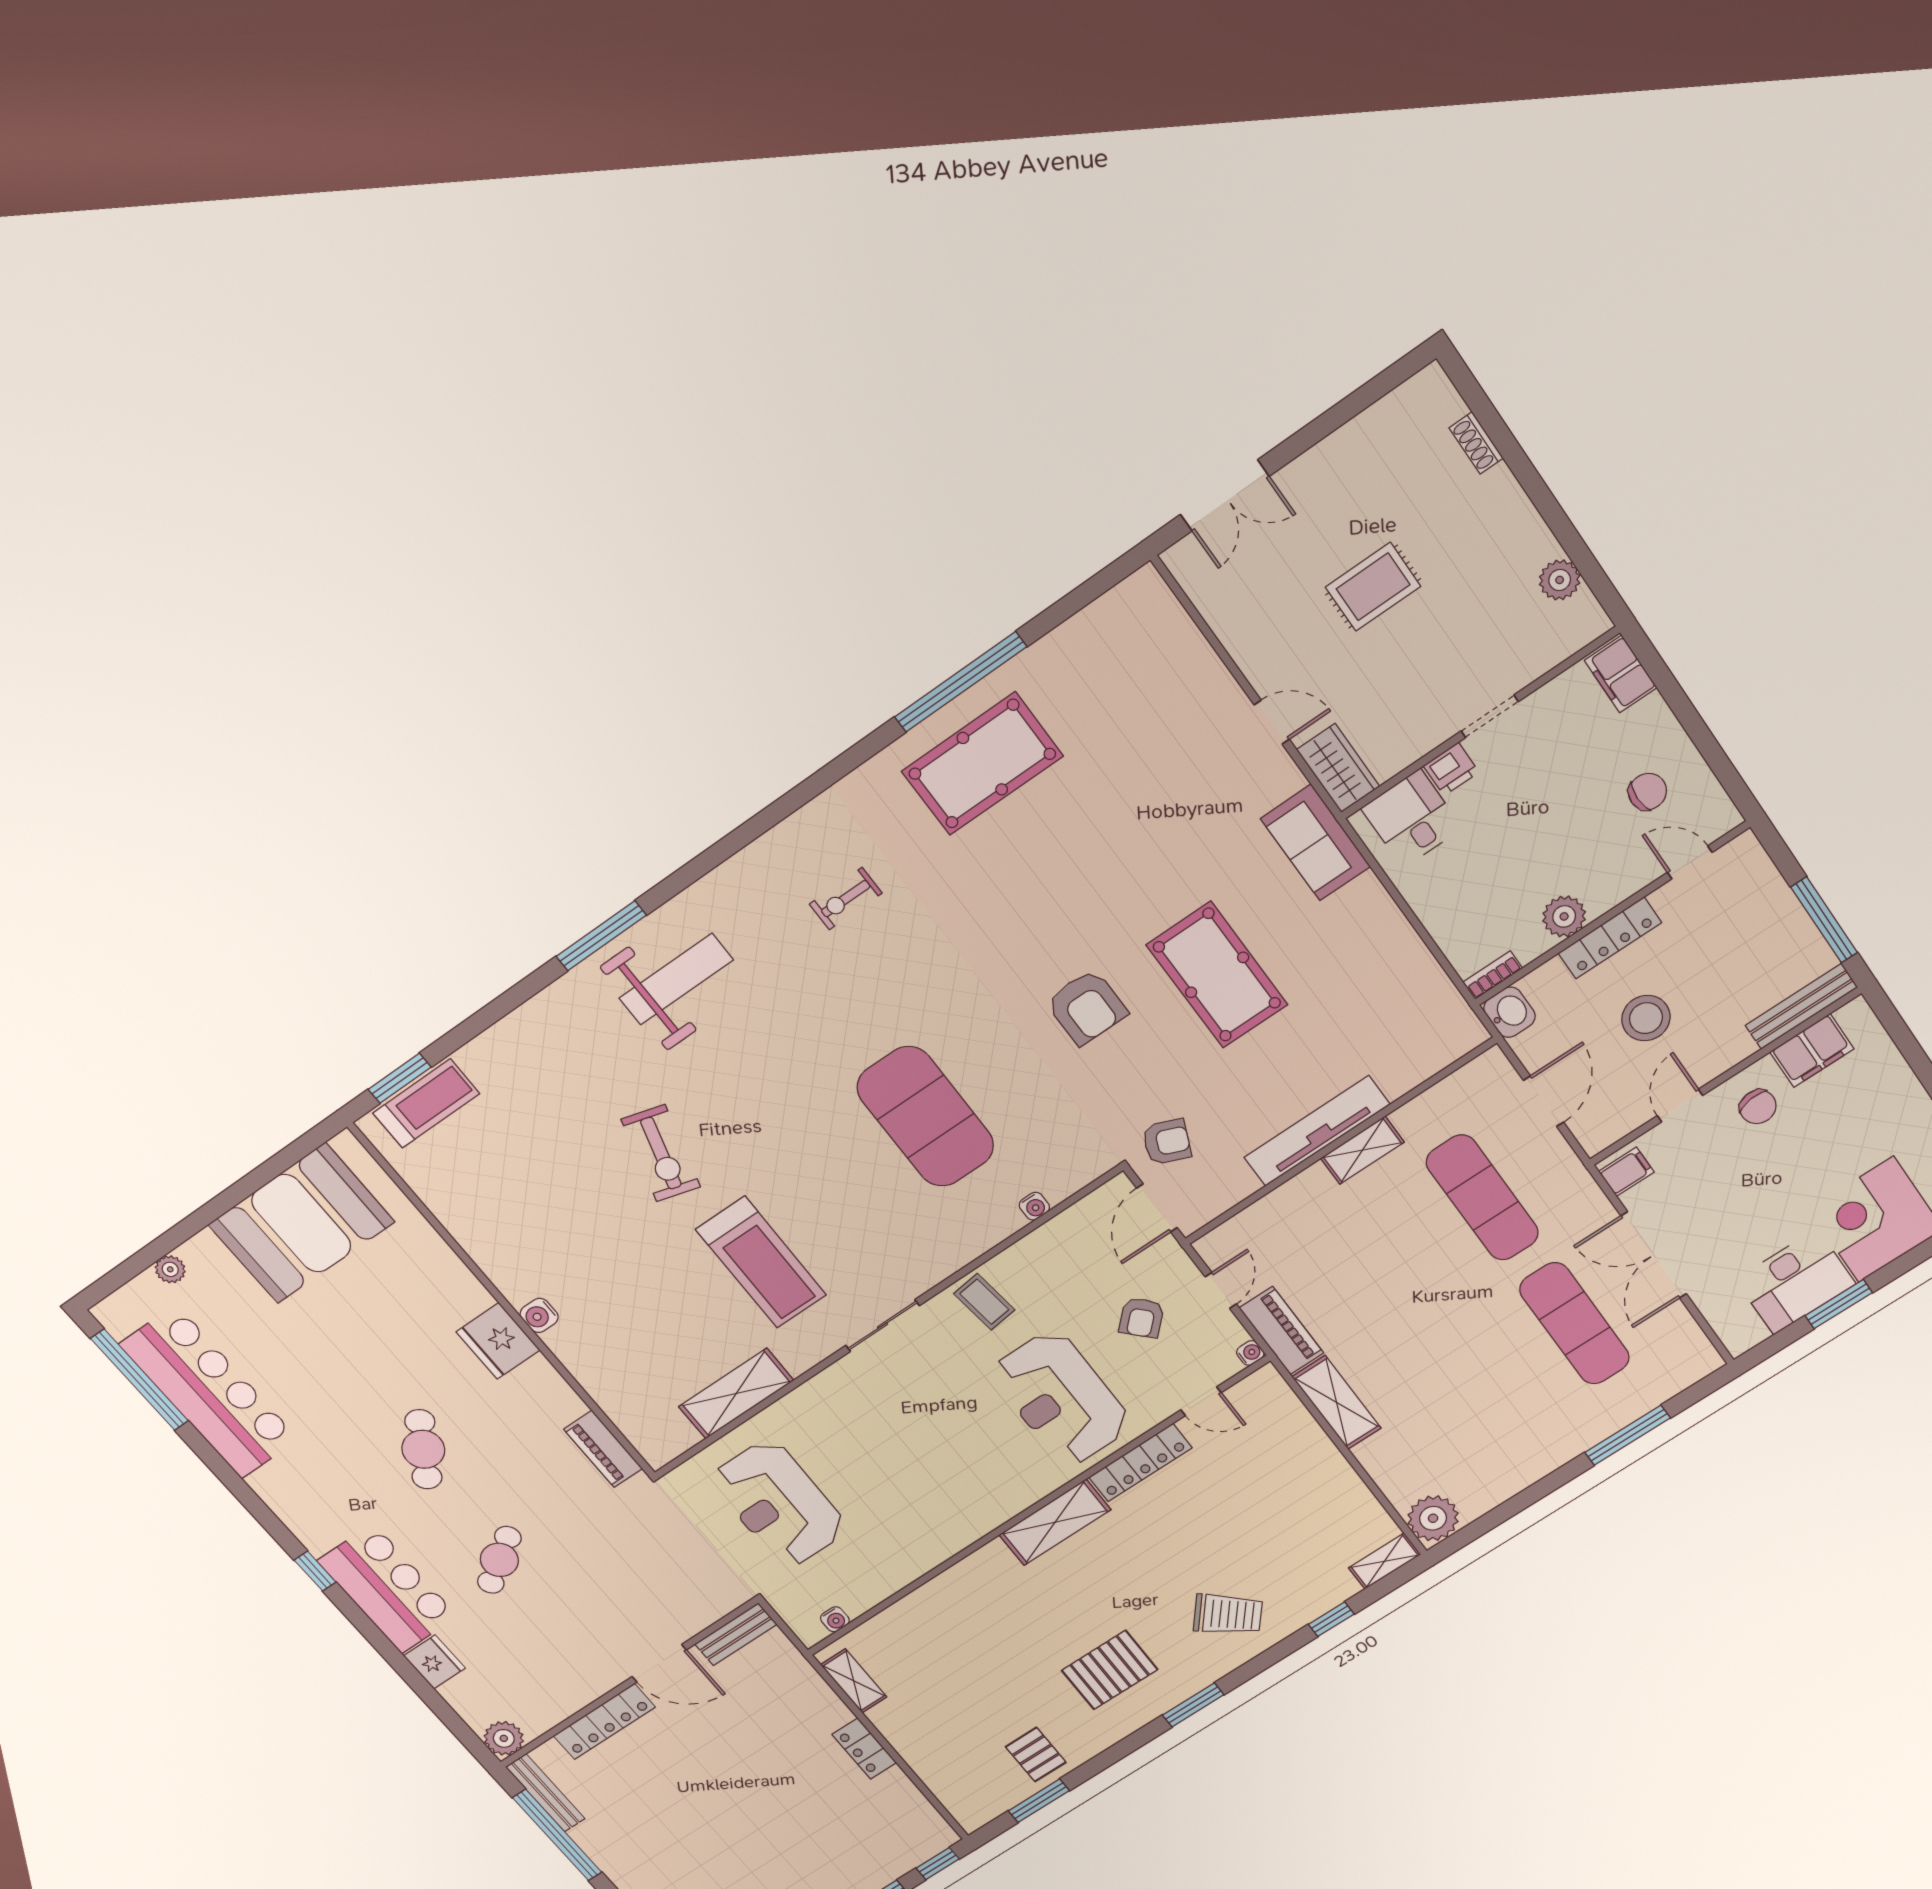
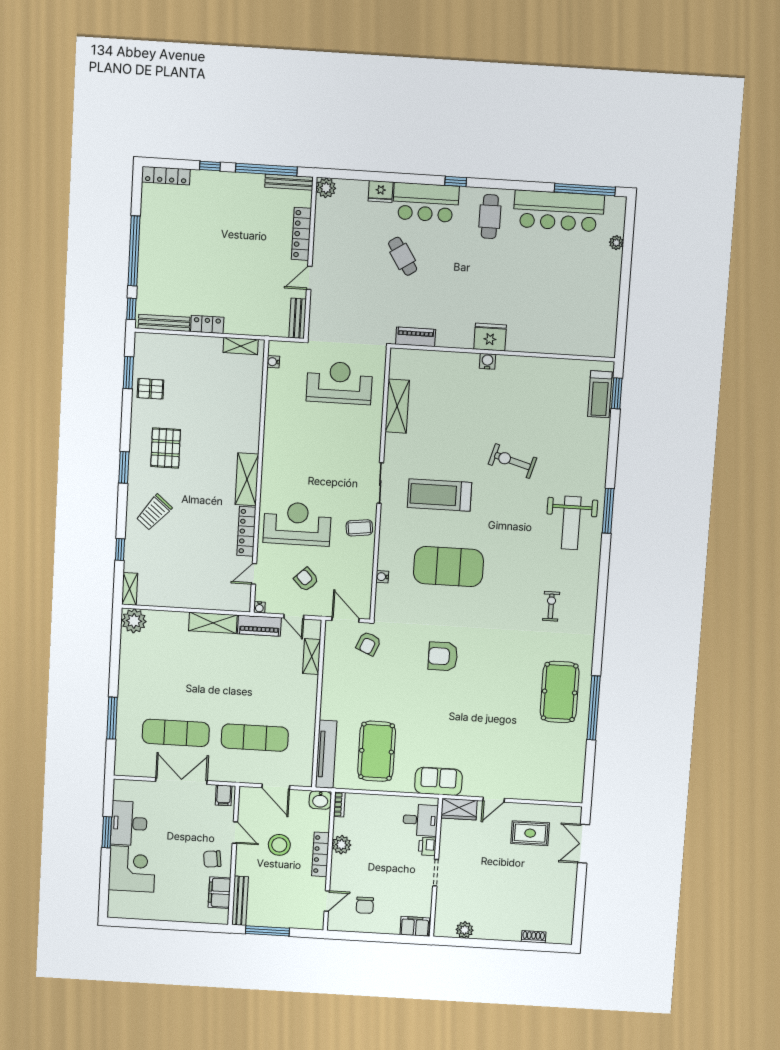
rug: (1373, 587) -> (530, 833), moved, turned 90
pool table: (1217, 975) -> (377, 751), moved, turned 90
tv unit: (1317, 1131) -> (326, 754), moved
shelving: (1362, 1150) -> (312, 657), moved
booth: (301, 1223) -> (594, 307), removed
treadmill: (761, 1262) -> (439, 495), moved
cafe table: (423, 1449) -> (490, 217), moved, turned 57
door: (659, 1663) -> (309, 278), width x0.73
bench: (917, 1807) -> (164, 323), added

